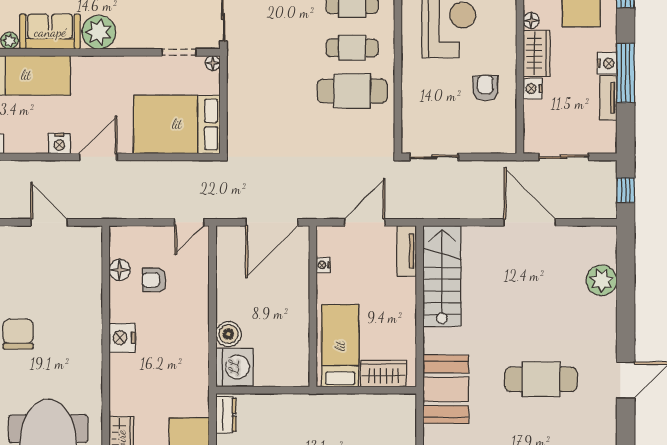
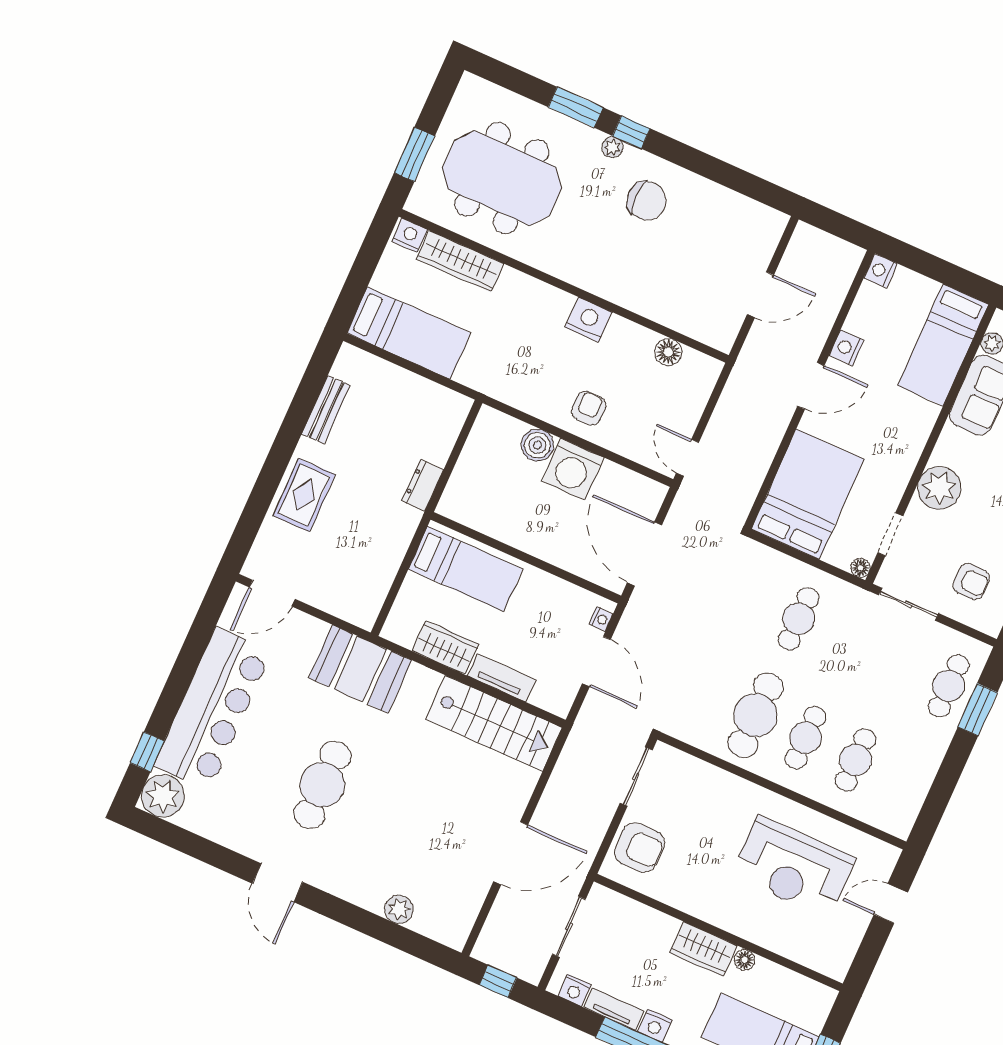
plant: (99, 32) -> (939, 488), moved
armchair: (485, 88) -> (639, 847), moved, width x1.38, depth x1.38
nightstand: (533, 89) -> (575, 990), moved, turned 180
cafe table: (269, 91) -> (799, 619), added
door: (98, 157) -> (811, 386), hinge flipped
tv unit: (407, 251) -> (502, 678), moved
nightstand: (323, 265) -> (601, 619), moved, turned 90
armchair: (154, 280) -> (589, 408), moved
plant: (602, 280) -> (399, 909), width x0.73, depth x0.73
washing machine: (234, 367) -> (573, 469), moved
wardrobe: (383, 374) -> (445, 647), moved, turned -90
dresser: (226, 415) -> (422, 485), moved, turned 90

